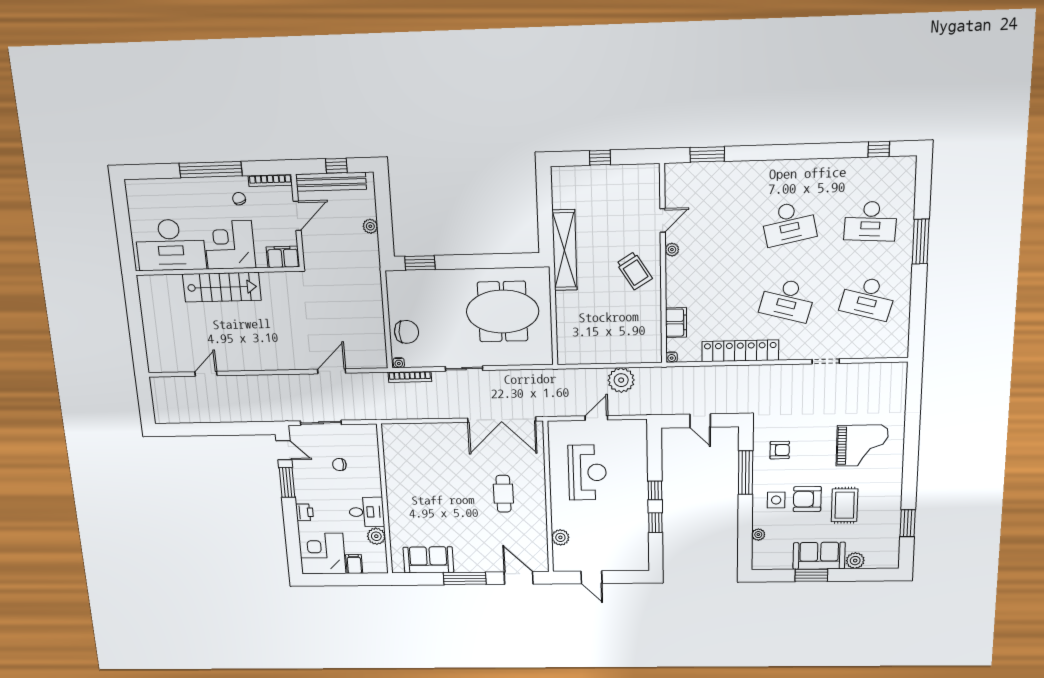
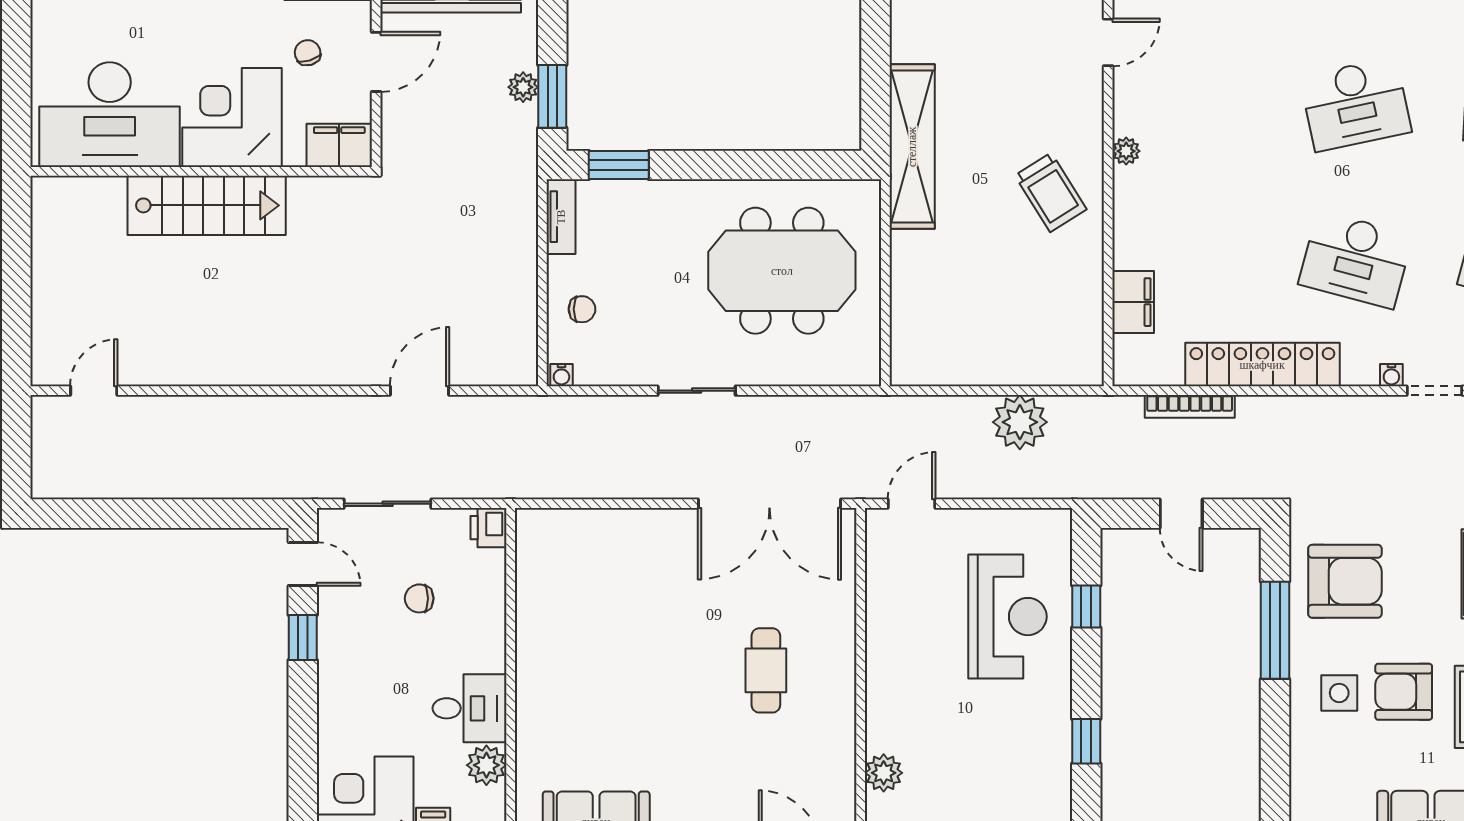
chair: (239, 199) -> (308, 53), moved
door: (663, 220) -> (1108, 42), moved
window: (385, 230) -> (552, 96), added
tv unit: (393, 288) -> (561, 217), added
chair: (407, 332) -> (582, 309), width x0.54, depth x0.54
water cooler: (672, 357) -> (1391, 375), moved
door: (206, 374) -> (94, 391), moved
bookcase: (410, 377) -> (1190, 406), moved
door: (596, 418) -> (912, 504), moved
armchair: (780, 450) -> (1345, 581), width x1.88, depth x1.88
reception desk: (587, 472) -> (1007, 617), moved
window: (287, 482) -> (303, 638), width x0.67
window: (655, 490) -> (1086, 606), moved
printer: (305, 512) -> (488, 528), moved, turned 180
plant: (758, 535) -> (1303, 771), removed

